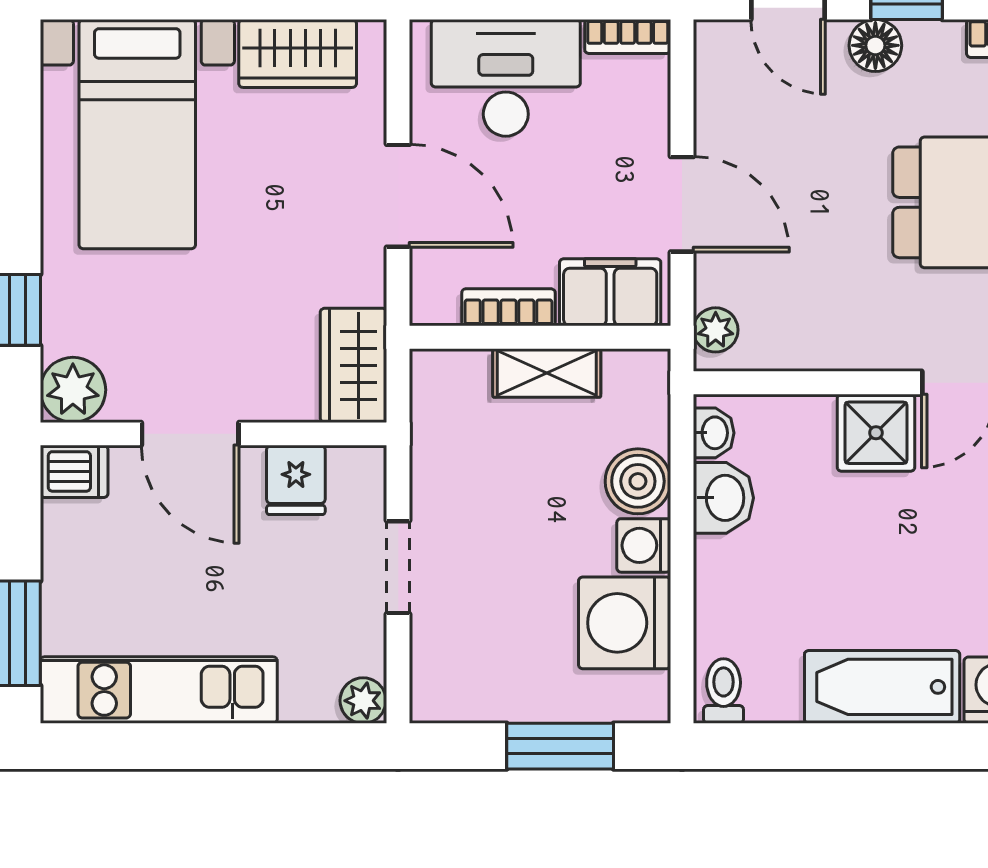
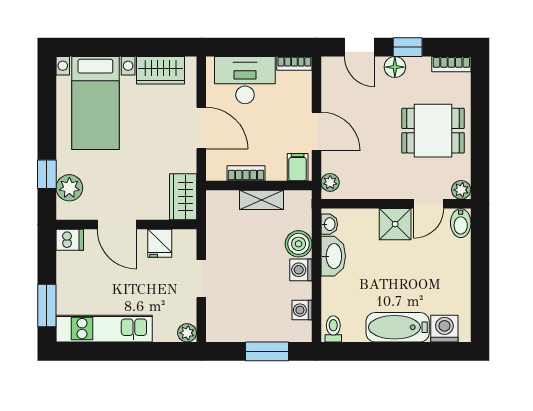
filing cabinet: (610, 292) -> (298, 167), width x0.50
plant: (73, 390) -> (69, 188), moved
washbasin: (723, 498) -> (333, 256), width x1.38
washing machine: (625, 623) -> (302, 310), width x0.53, depth x0.53

